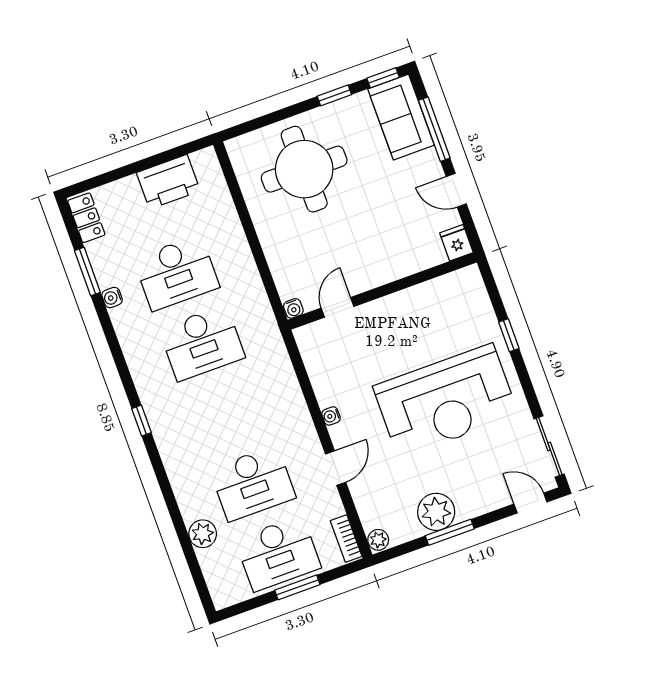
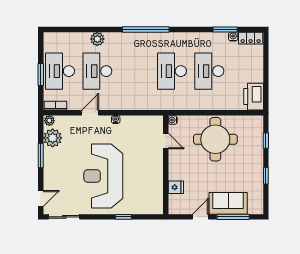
window: (383, 78) -> (266, 141), moved
sofa: (401, 117) -> (228, 203), moved
round table: (304, 169) -> (215, 139), moved
printer: (168, 182) -> (254, 97), moved
fridge: (456, 243) -> (176, 187), moved
water cooler: (112, 297) -> (233, 37), moved
window: (141, 421) -> (146, 29), width x3.17
door: (336, 468) -> (90, 113), swing flipped
plant: (436, 512) -> (53, 138), moved
plant: (203, 534) -> (97, 39), moved

